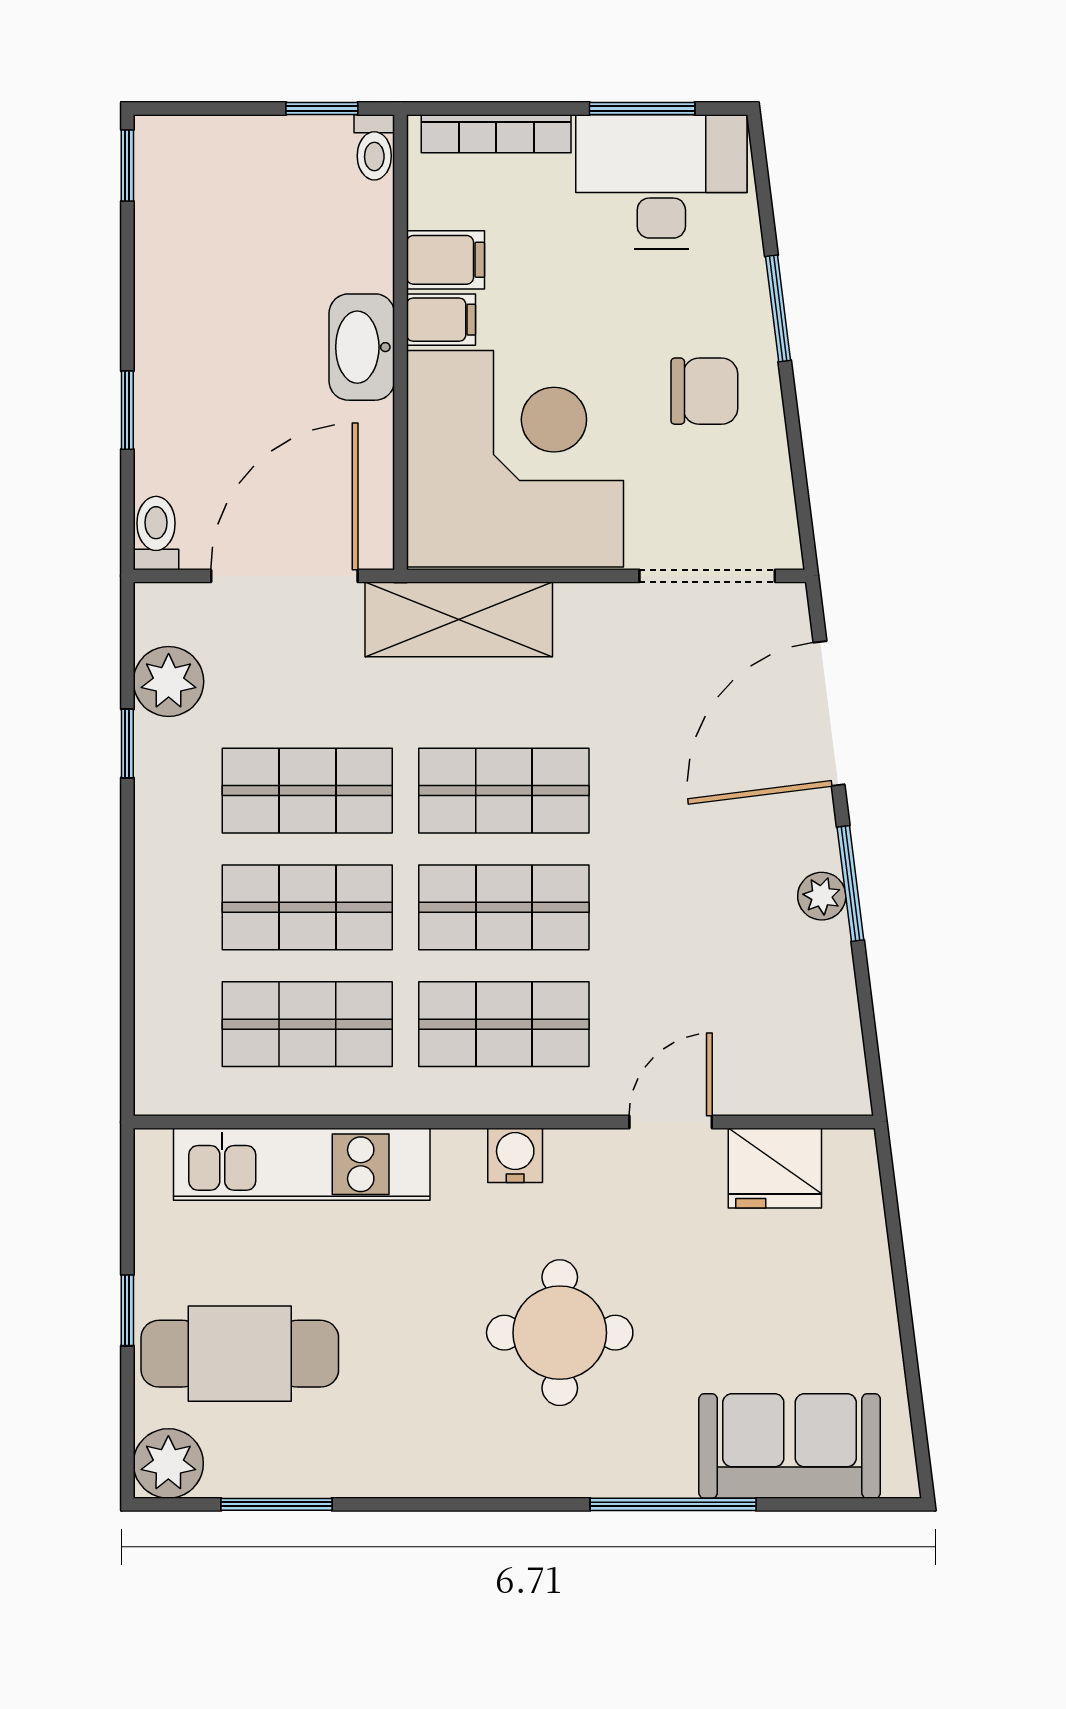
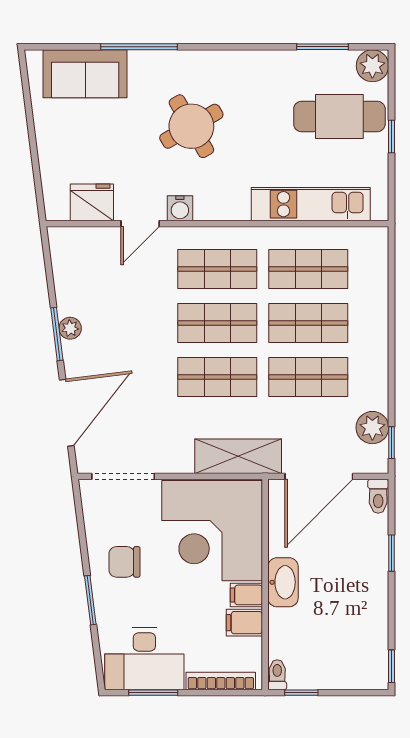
window: (127, 744) -> (391, 443), moved
water cooler: (515, 1155) -> (180, 208), moved
round table: (560, 1333) -> (191, 126), turned -30

